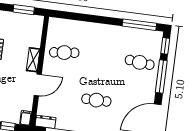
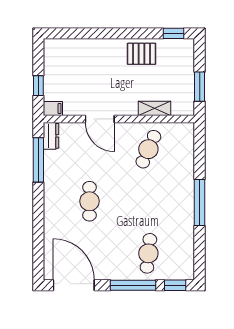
window: (139, 25) -> (200, 203), moved
cafe table: (64, 53) -> (148, 149), turned 30
shelving: (33, 60) -> (155, 108), moved

